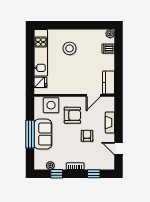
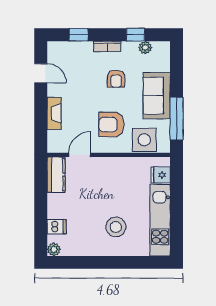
window: (30, 134) -> (177, 119), moved
armchair: (87, 136) -> (116, 79), moved

